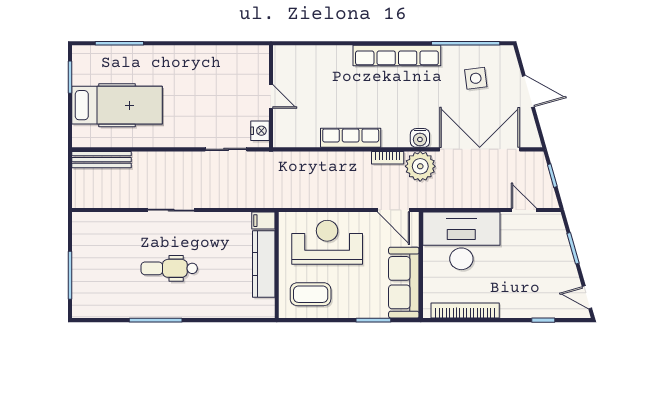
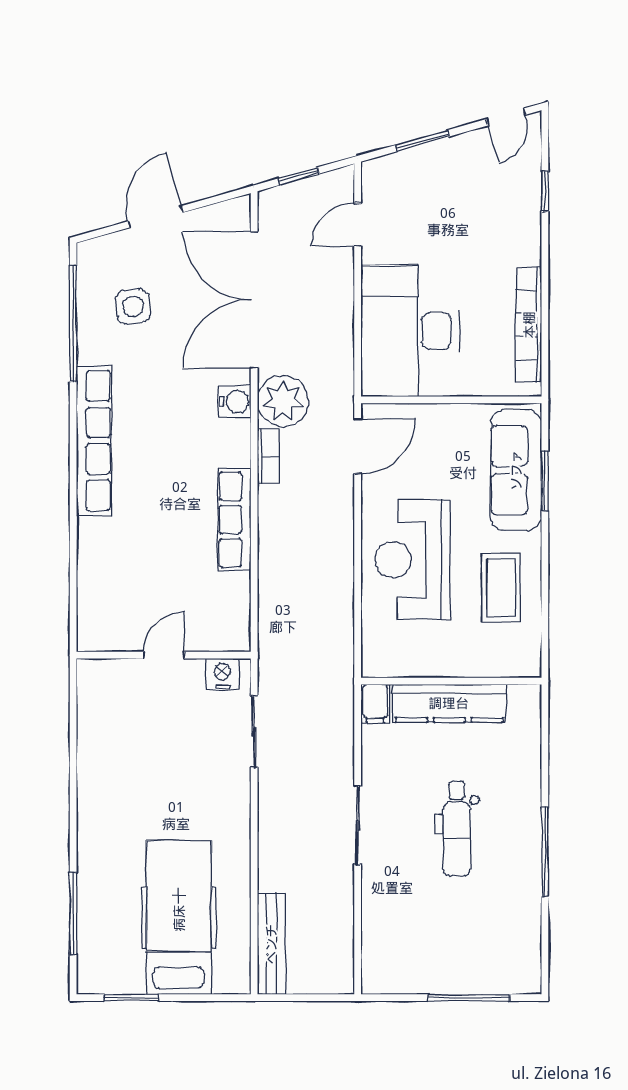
filing cabinet: (263, 221) -> (375, 704), moved
kitchen counter: (264, 264) -> (449, 703), moved
wall: (277, 265) -> (451, 681), moved
sofa: (404, 283) -> (516, 470), moved, turned 90

